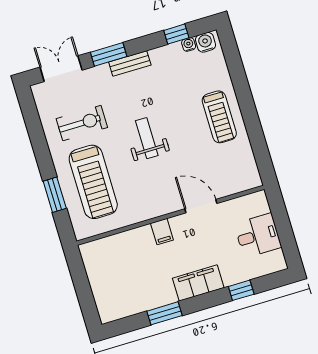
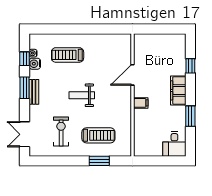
water cooler: (205, 42) -> (35, 64), moved
window: (109, 54) -> (25, 88), moved
treadmill: (219, 117) -> (68, 55), moved, turned 180
treadmill: (93, 182) -> (98, 135), width x0.73, depth x0.73
desk: (258, 235) -> (174, 144), moved, turned 180

